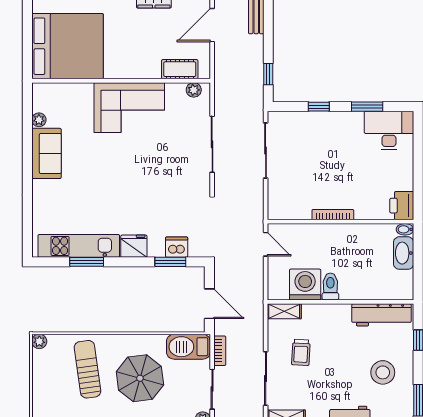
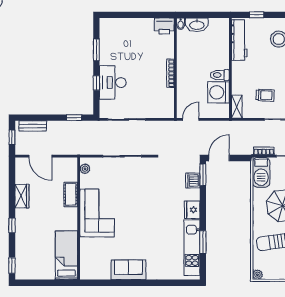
bed: (68, 46) -> (66, 255), width x0.49
cot: (180, 69) -> (71, 194), moved
plant: (39, 120) -> (105, 275), removed
desk: (389, 130) -> (113, 83), moved
window: (170, 262) -> (203, 175), moved
door: (209, 304) -> (219, 158), moved

